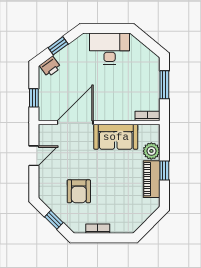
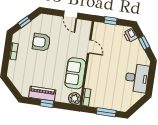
door: (75, 122) -> (89, 47), width x0.53
plant: (151, 151) -> (75, 98), moved

